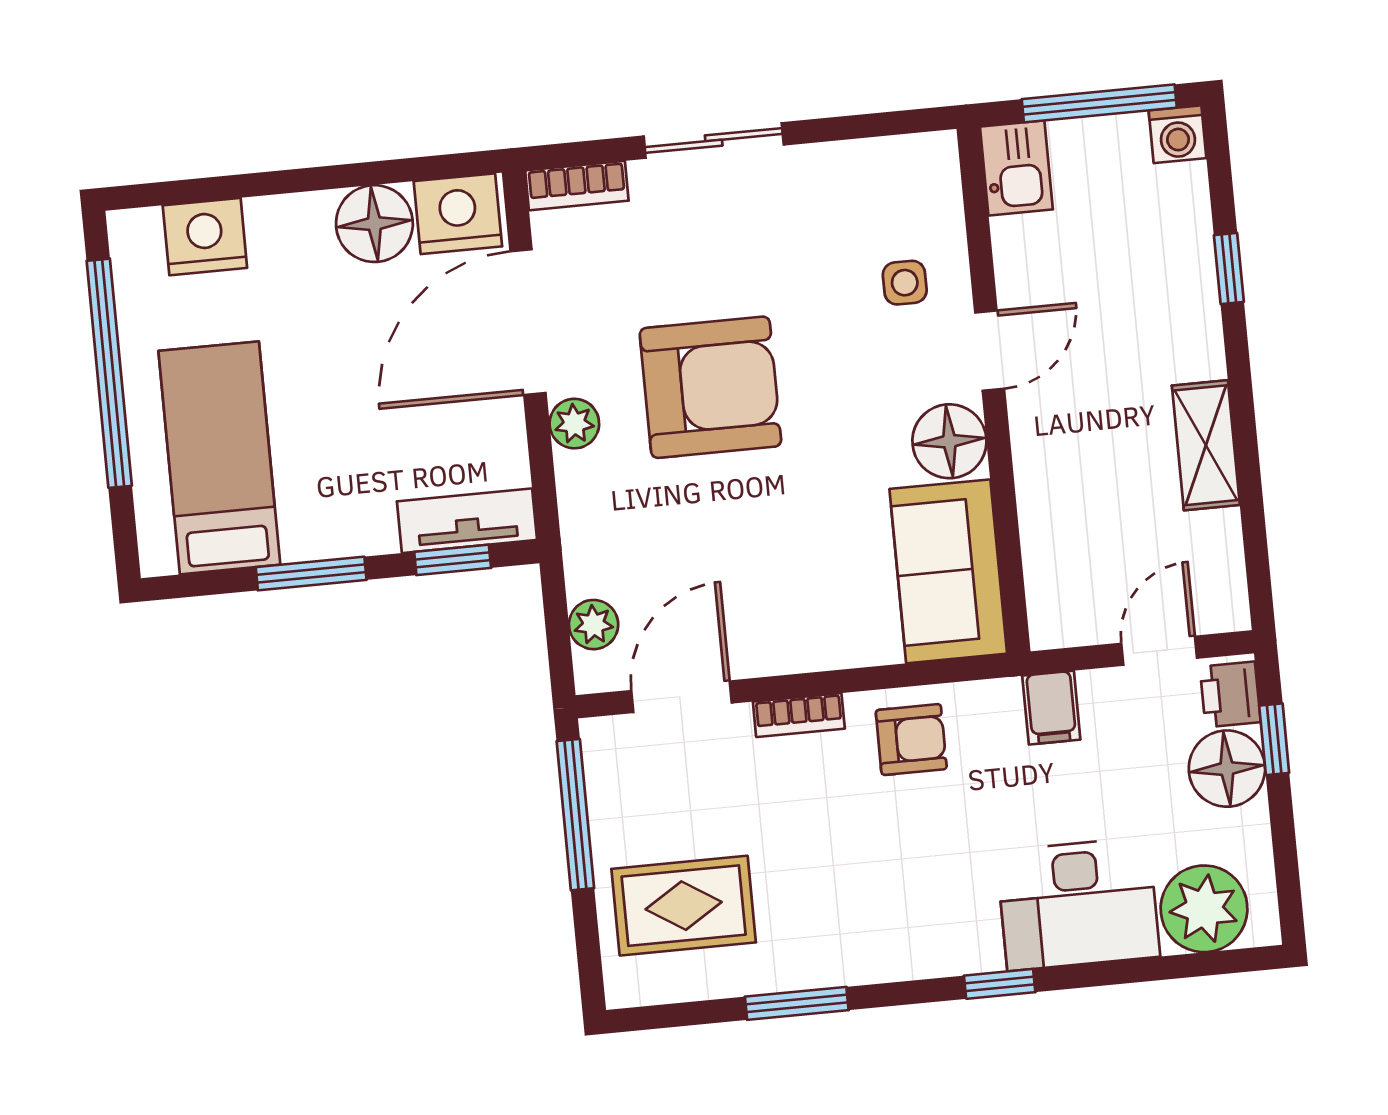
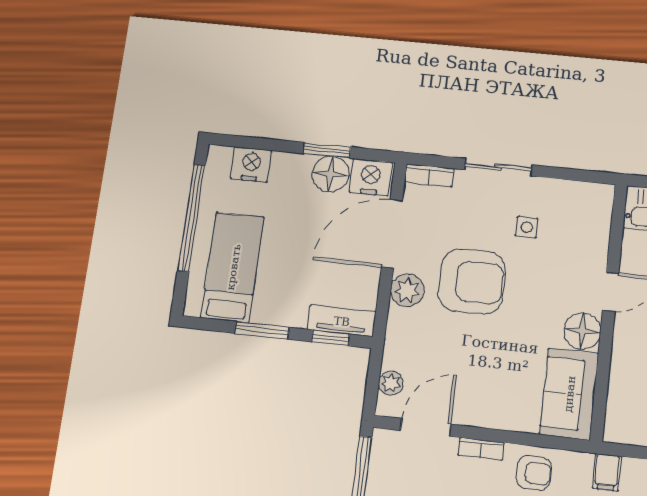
window: (356, 175) -> (327, 150), added
side table: (905, 283) -> (527, 227), moved
plant: (574, 424) -> (407, 290), width x1.38, depth x1.38

